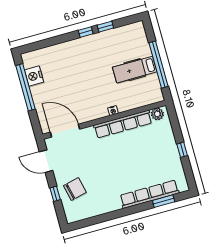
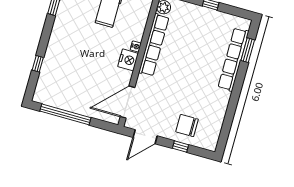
window: (86, 32) -> (38, 64), moved
nightstand: (34, 76) -> (128, 60), moved, turned -90
chair: (75, 189) -> (187, 126), turned -77

